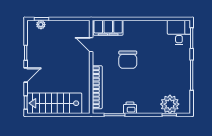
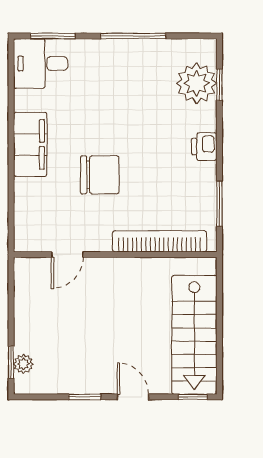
filing cabinet: (108, 28) -> (30, 144), moved
printer: (130, 108) -> (204, 147), moved

